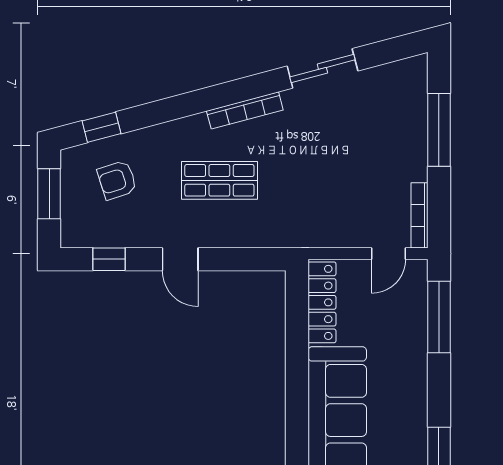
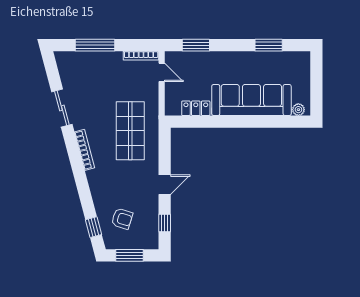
armchair: (117, 180) -> (122, 219), turned -55
shop shelf: (219, 180) -> (130, 131), moved, width x1.43, depth x1.36
locker: (322, 302) -> (196, 108), width x0.66
window: (439, 317) -> (196, 45), width x0.69

